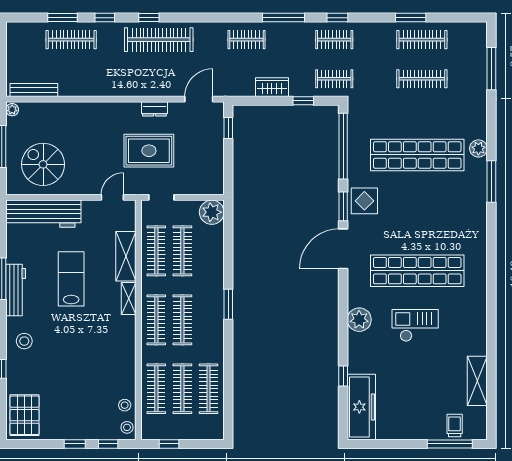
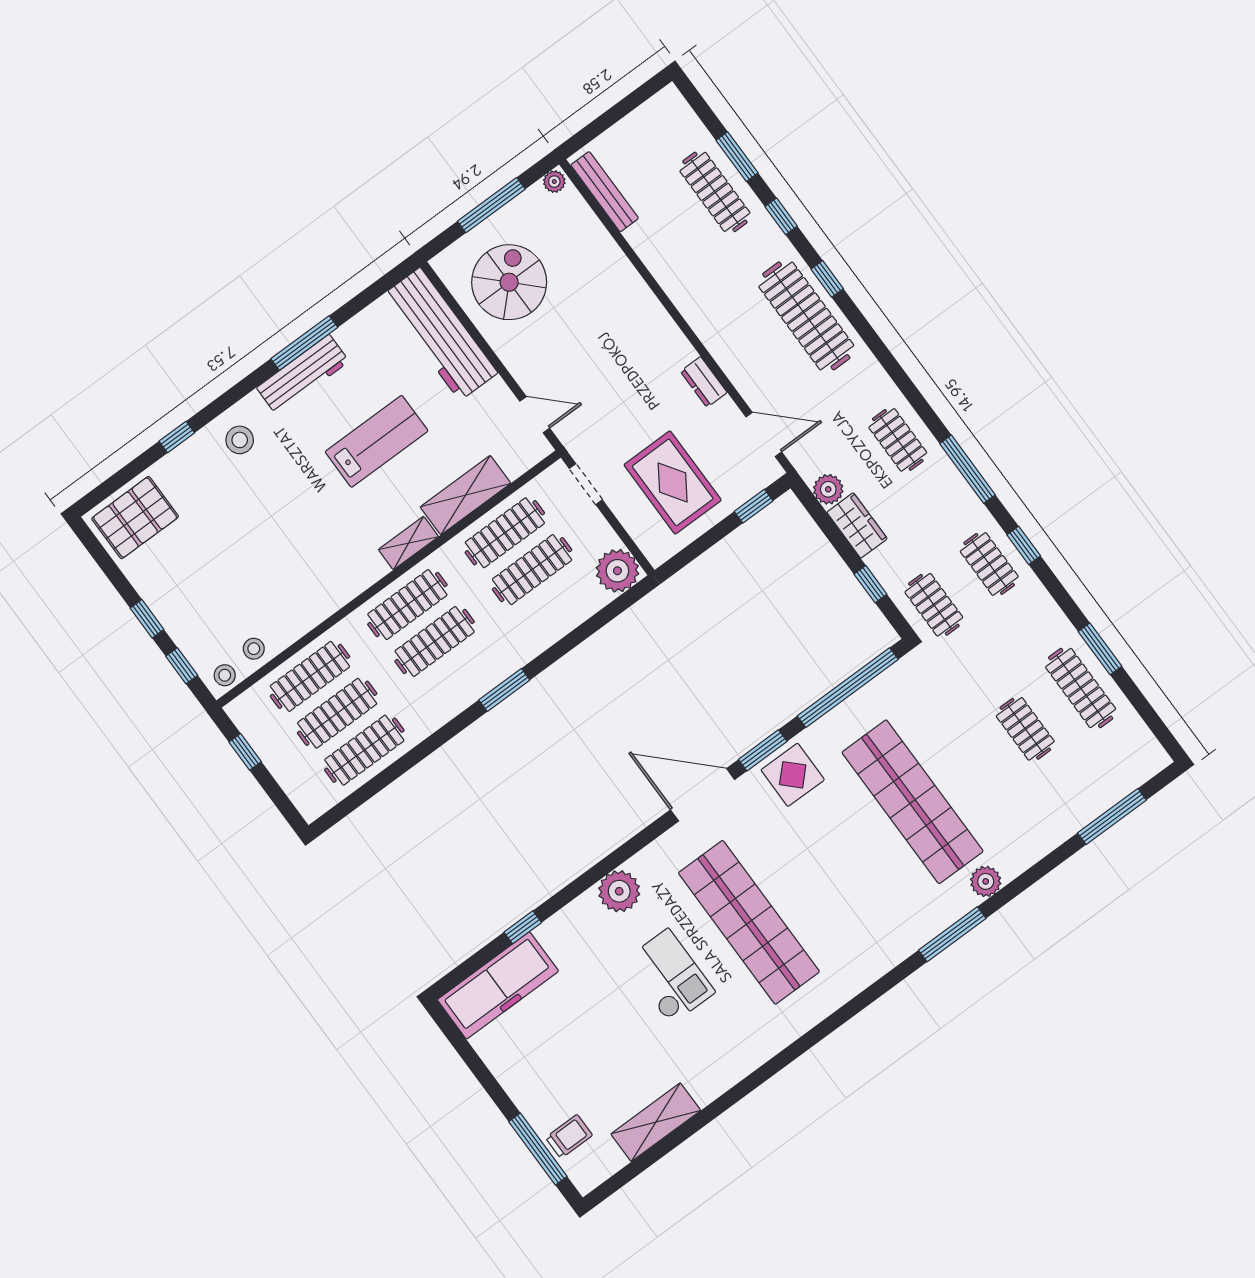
clothes rail: (422, 79) -> (1025, 729), width x0.73
plant: (246, 88) -> (828, 489), added
rug: (149, 151) -> (673, 482), moved

